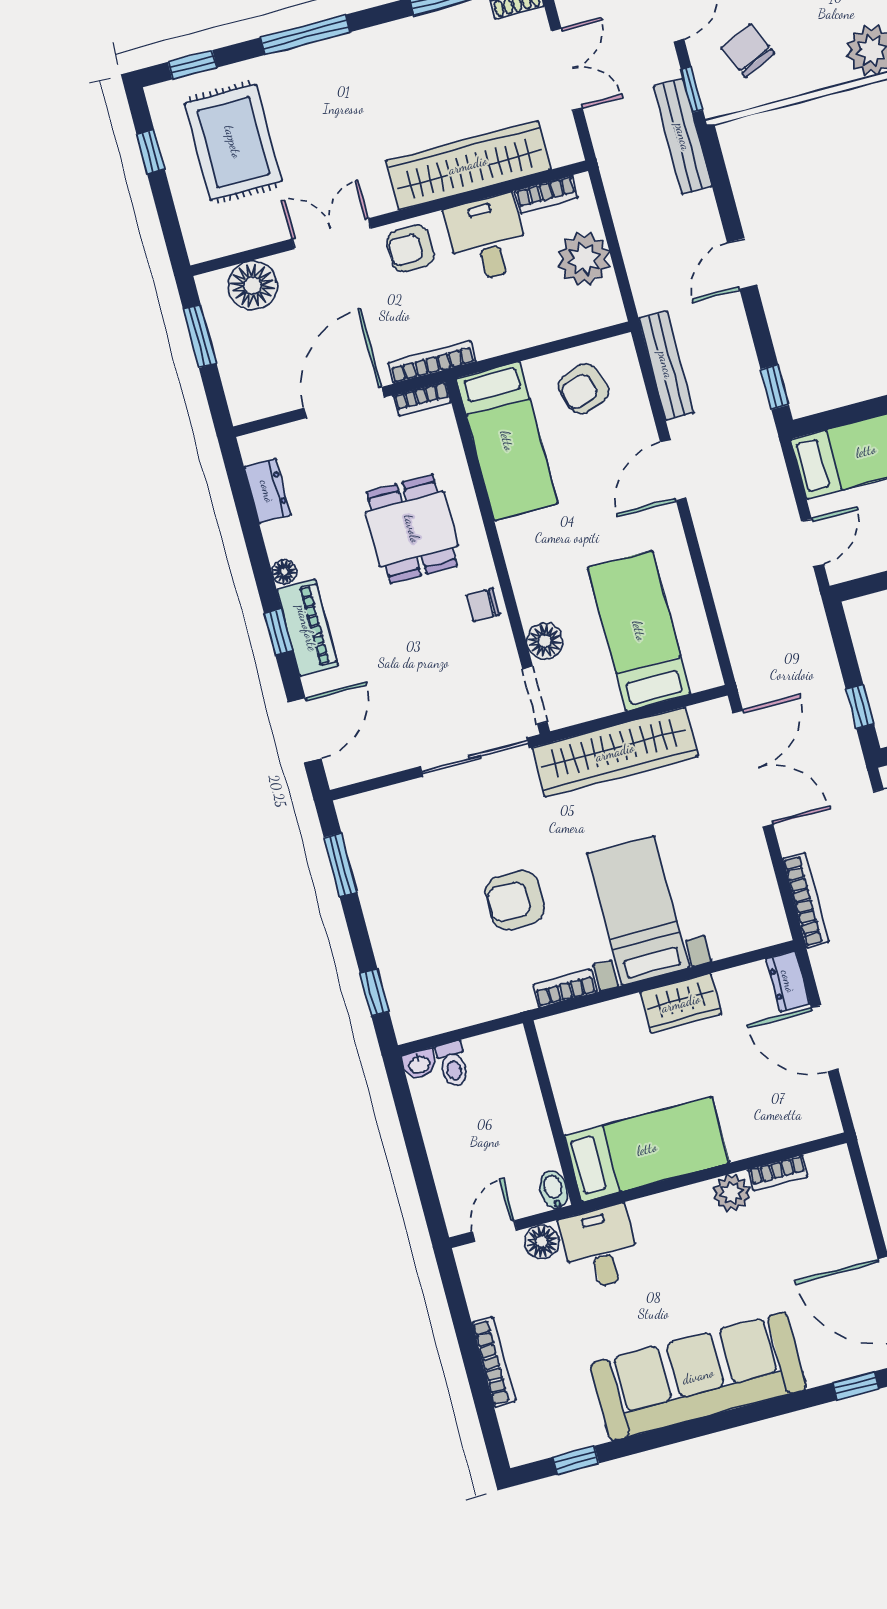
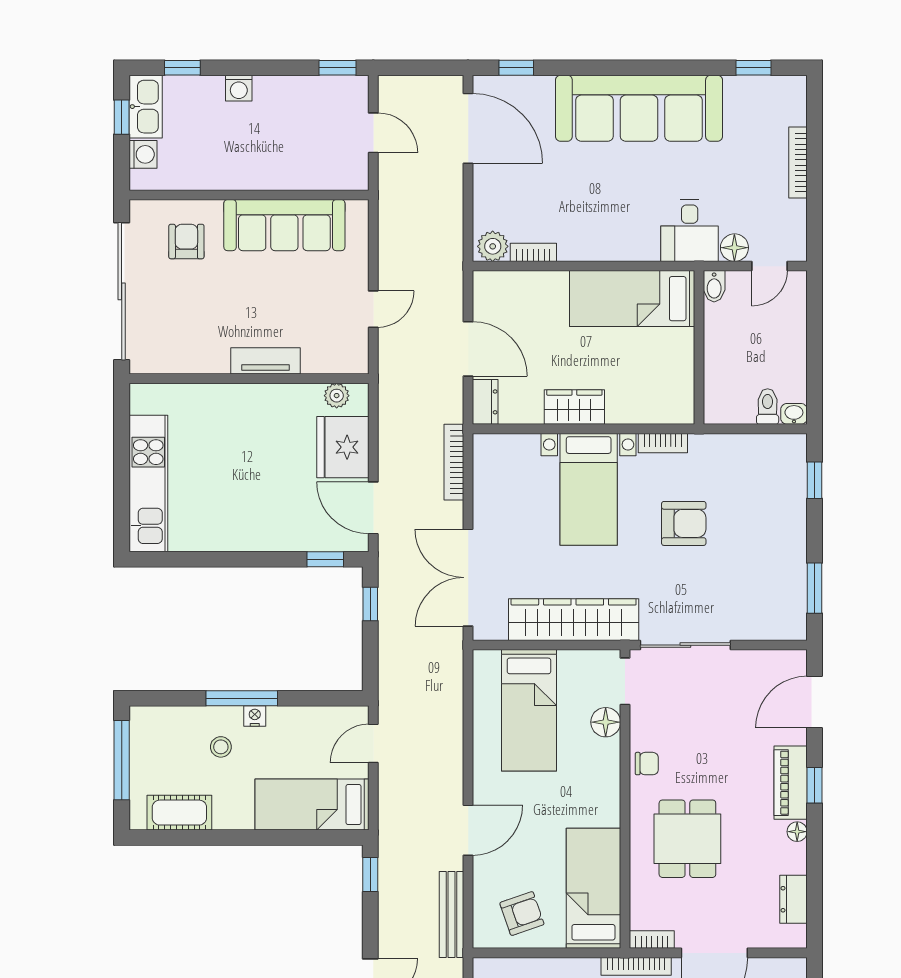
plant: (732, 1193) -> (493, 246), moved

